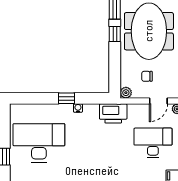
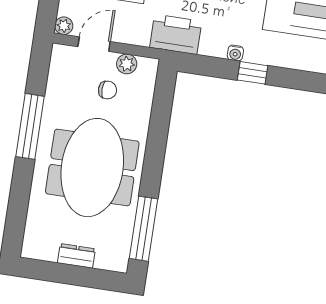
window: (115, 34) -> (152, 172), removed
plant: (126, 93) -> (127, 64), moved

